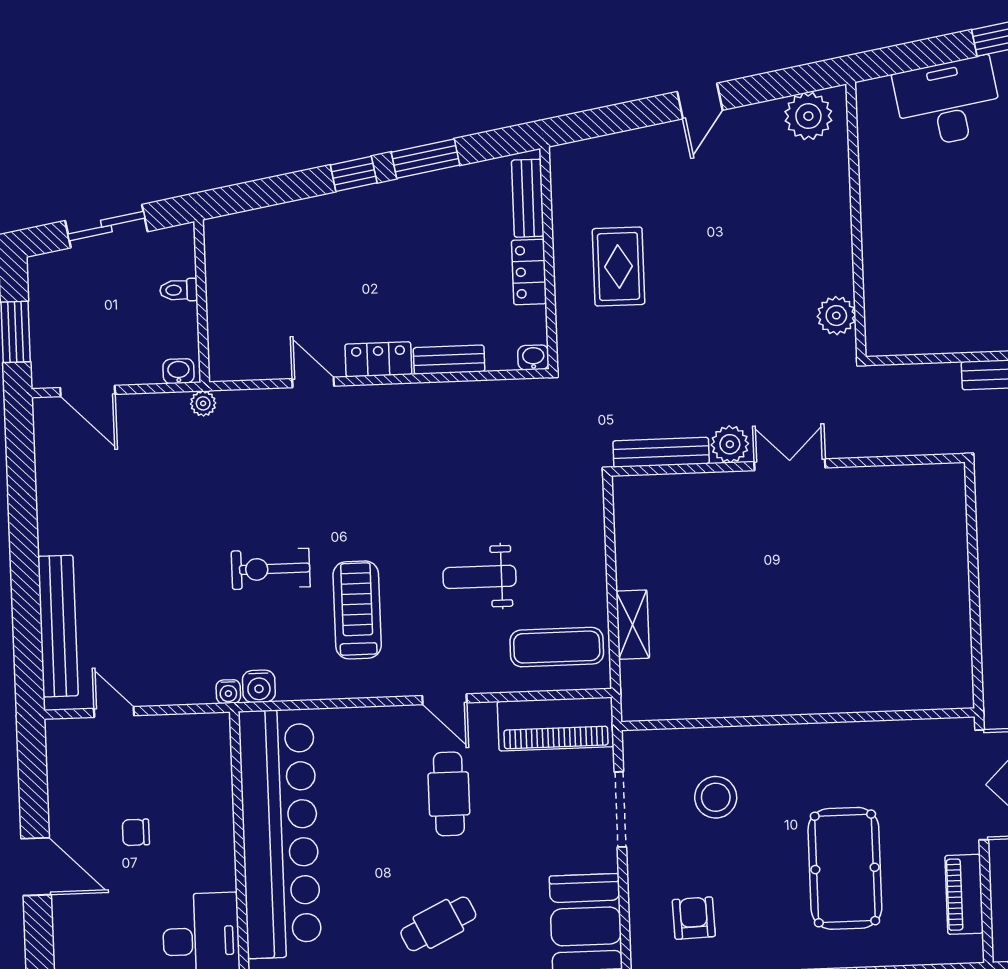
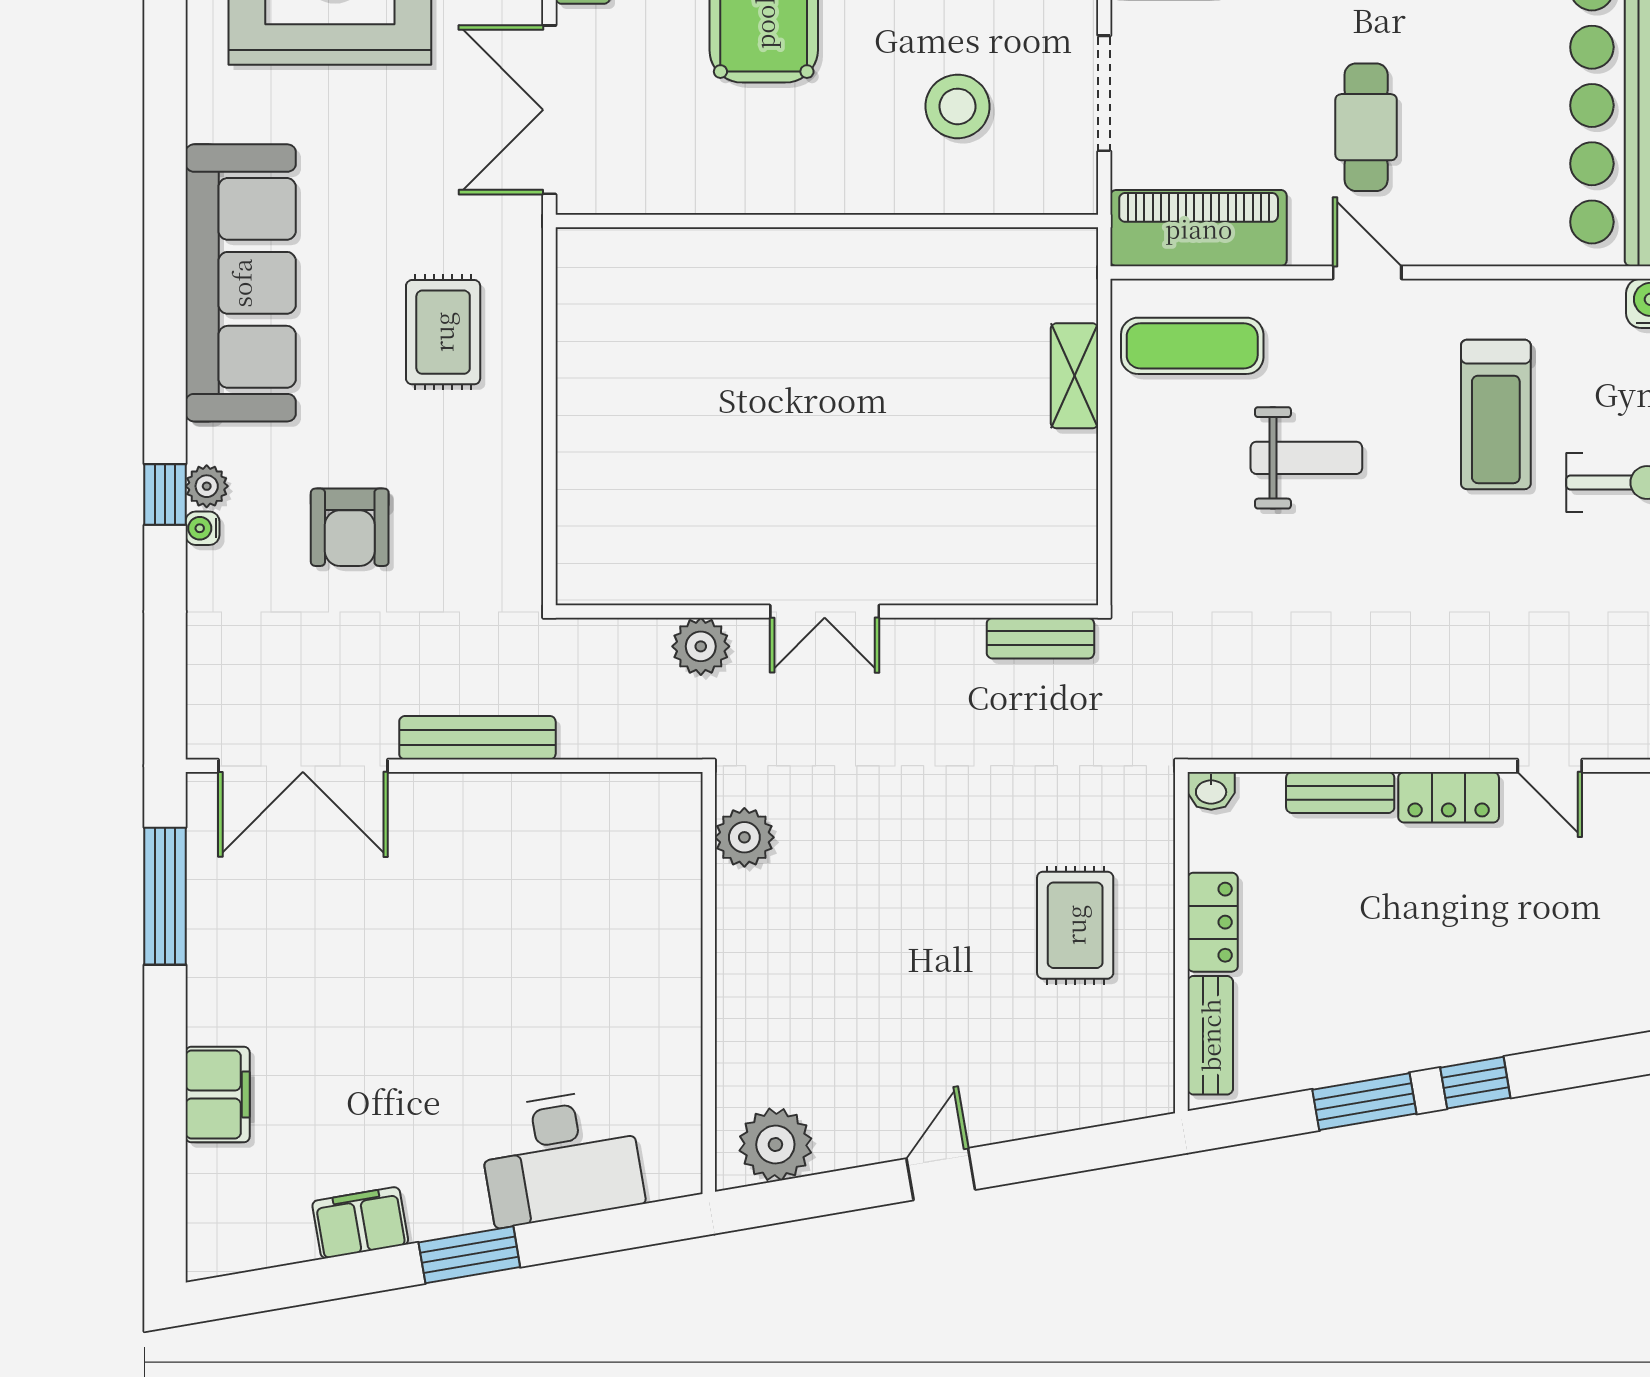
plant: (730, 444) -> (701, 646), moved
bench: (661, 452) -> (1040, 638), width x0.73

